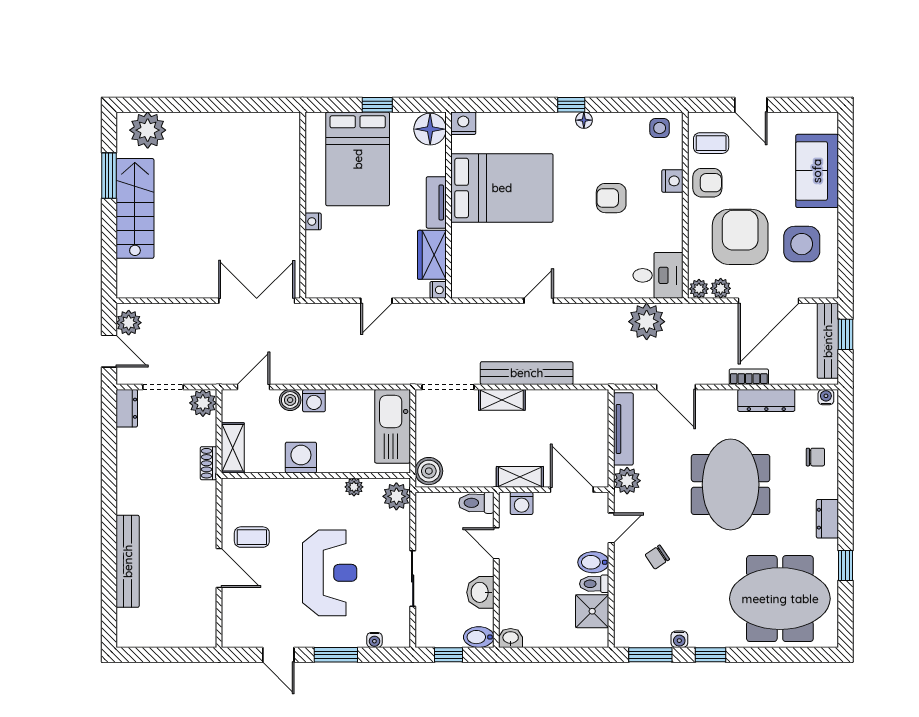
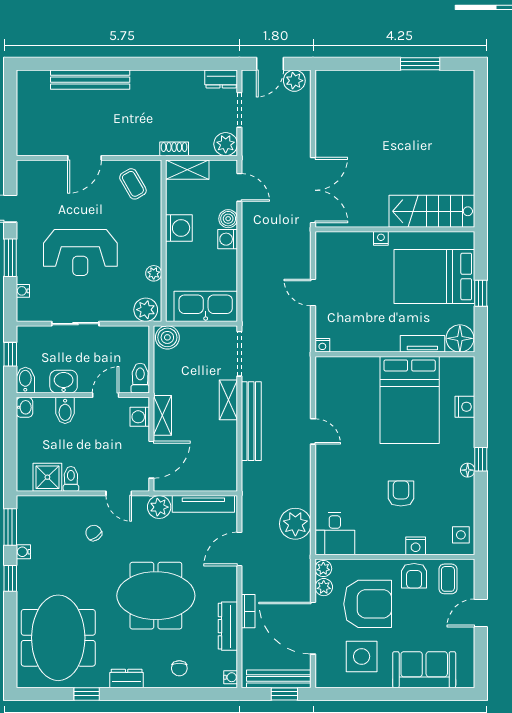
nightstand: (463, 123) -> (465, 407), moved
plant: (148, 130) -> (459, 97), removed
tv unit: (436, 202) -> (422, 344), moved
stairs: (135, 208) -> (432, 211), moved, turned 180
wardrobe: (432, 255) -> (352, 340), removed
coffee table: (252, 537) -> (133, 184), moved, turned -30
bidet: (593, 562) -> (65, 410), moved, turned 180

